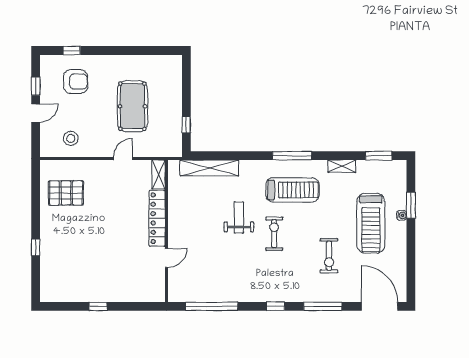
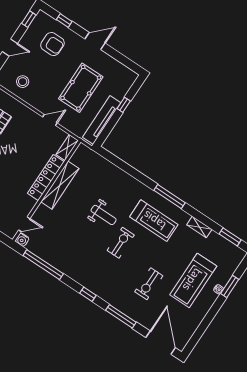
door: (116, 51) -> (95, 41), added
window: (36, 86) -> (29, 19), moved
tv unit: (174, 124) -> (102, 120), added
window: (186, 125) -> (124, 105), moved
shelving: (209, 168) -> (60, 185), moved, turned 90
weight bench: (239, 217) -> (104, 215), turned 90
door: (166, 258) -> (24, 224), moved
water cooler: (174, 296) -> (22, 240), added

